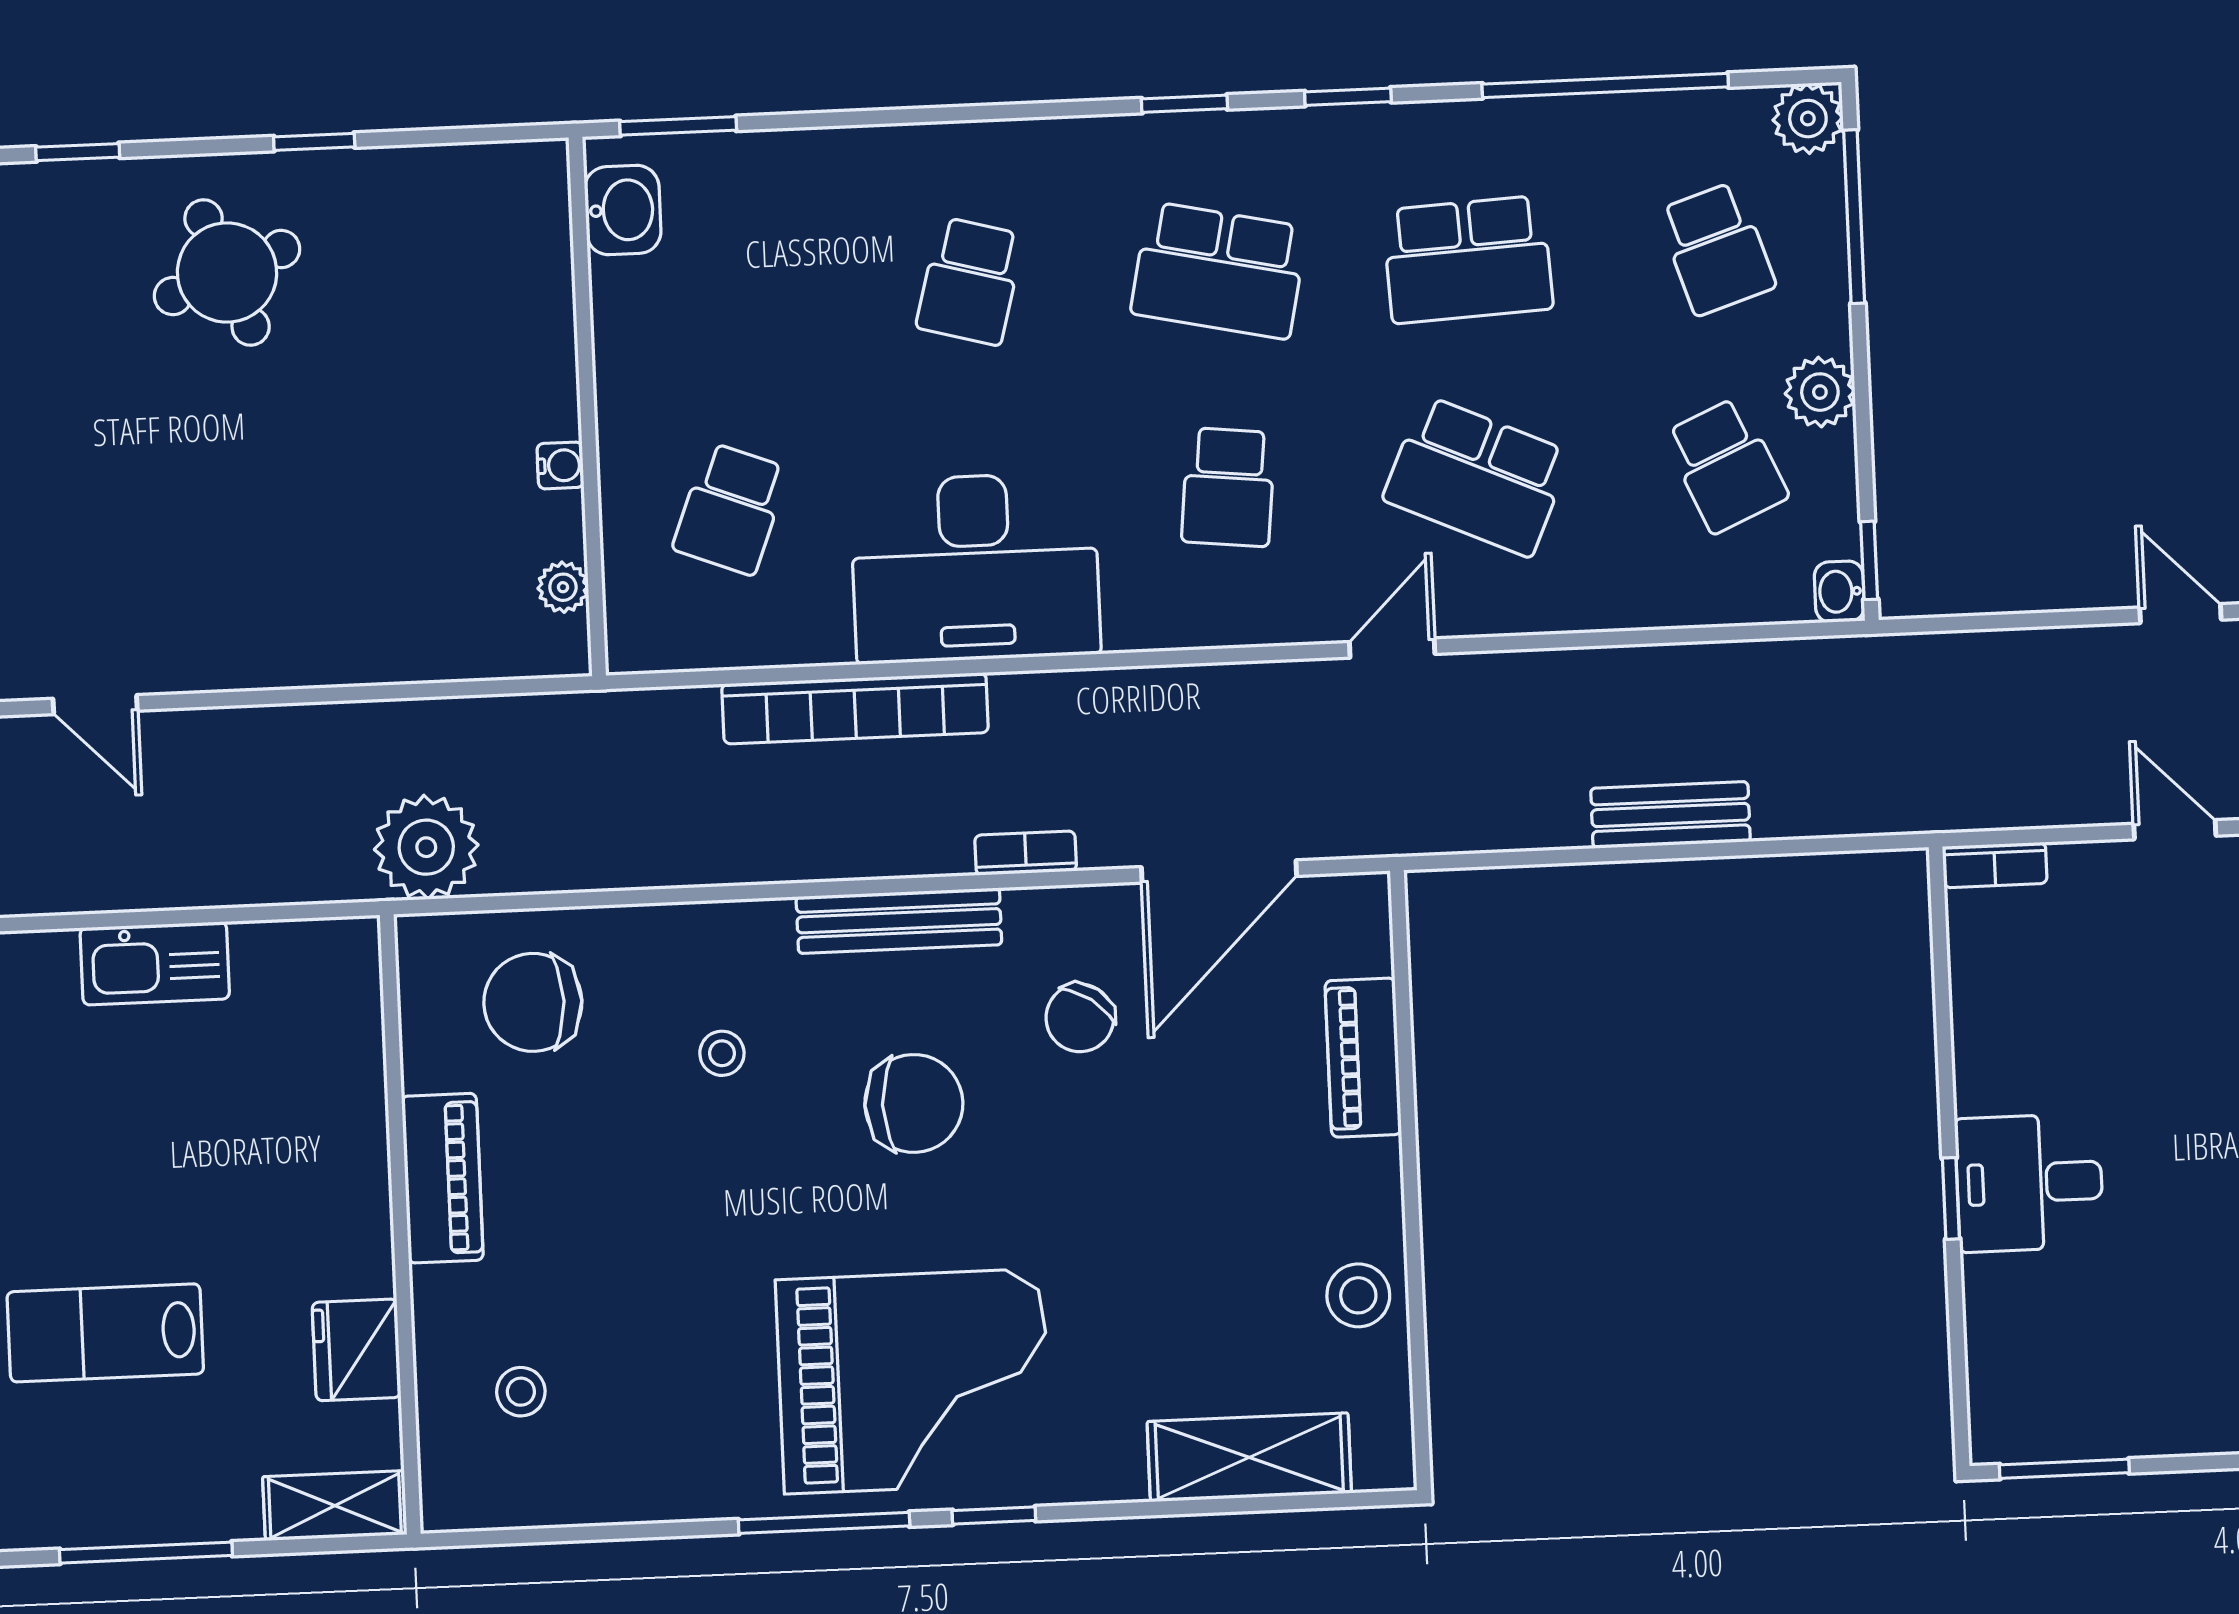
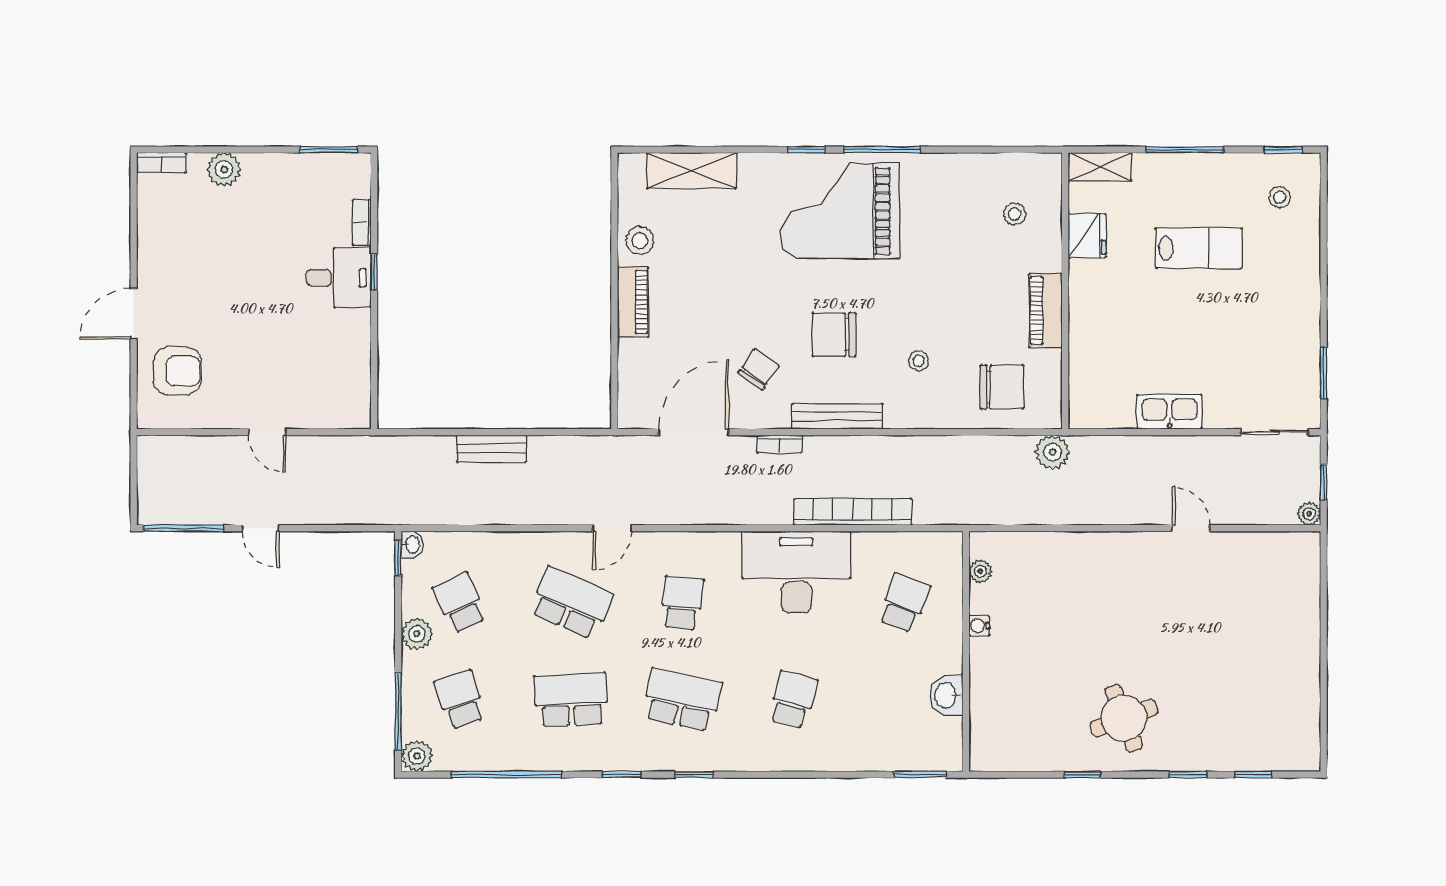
washbasin: (623, 210) -> (946, 695), moved
plant: (426, 847) -> (1052, 452), width x0.73, depth x0.73
bookcase: (1995, 865) -> (362, 222), moved, turned -90
piano: (1363, 1058) -> (633, 302), moved

